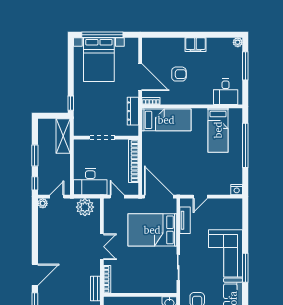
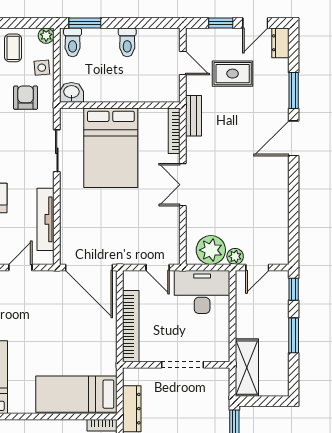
plant: (43, 203) -> (235, 256), moved
tv unit: (185, 220) -> (45, 219), width x1.41
bed: (152, 230) -> (111, 148), moved, turned 90

